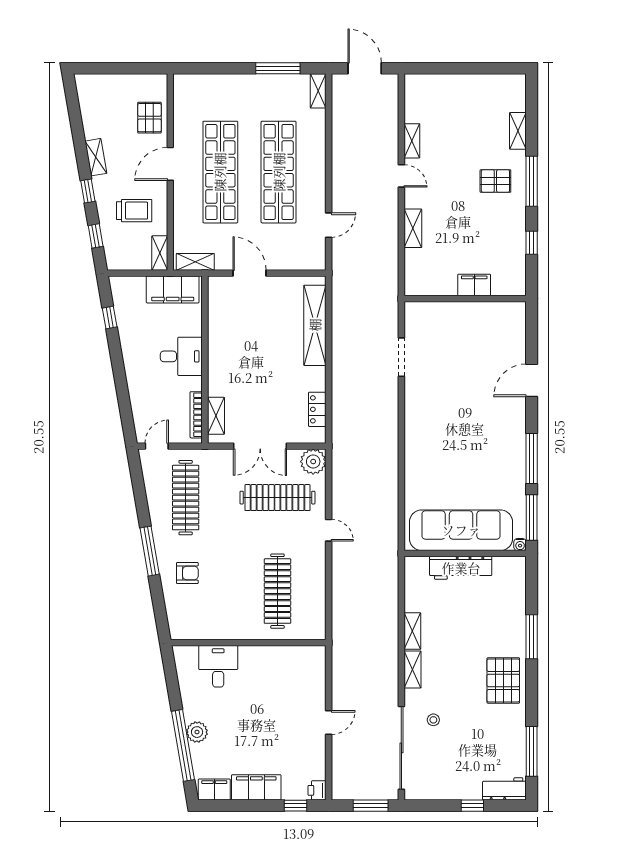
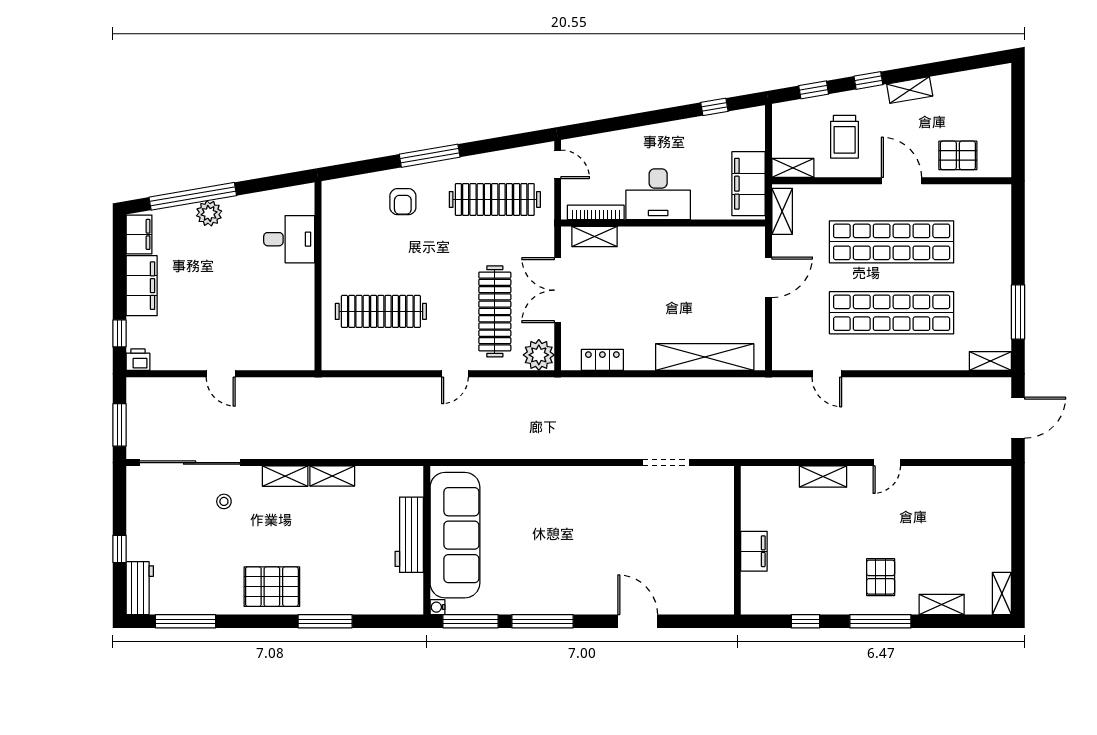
shelving: (412, 141) -> (1002, 594), moved, turned 90
desk: (181, 356) -> (658, 194), width x1.37

